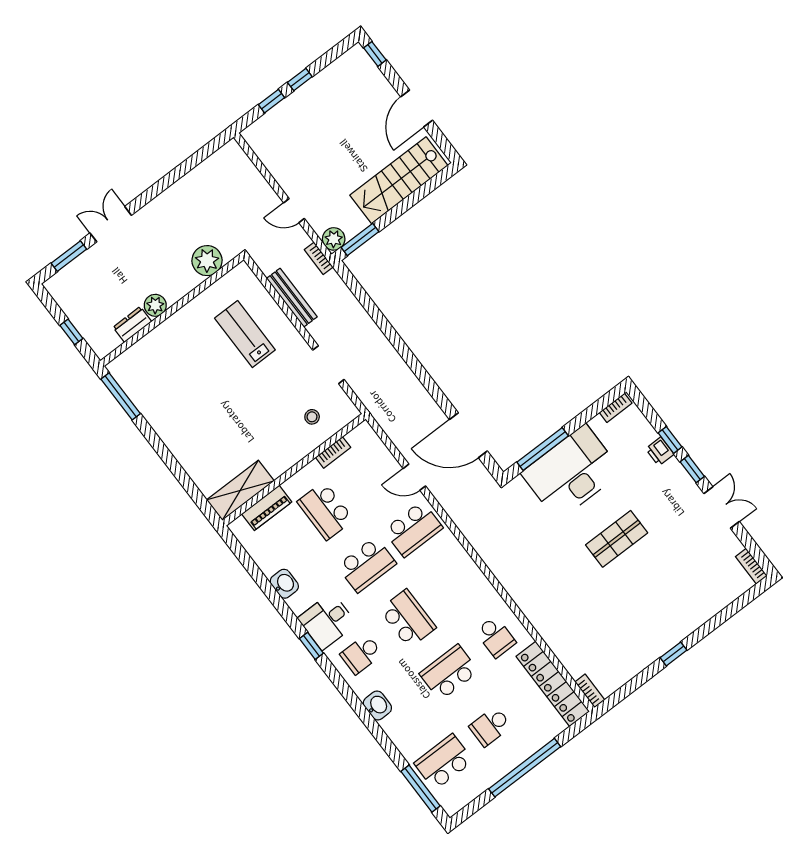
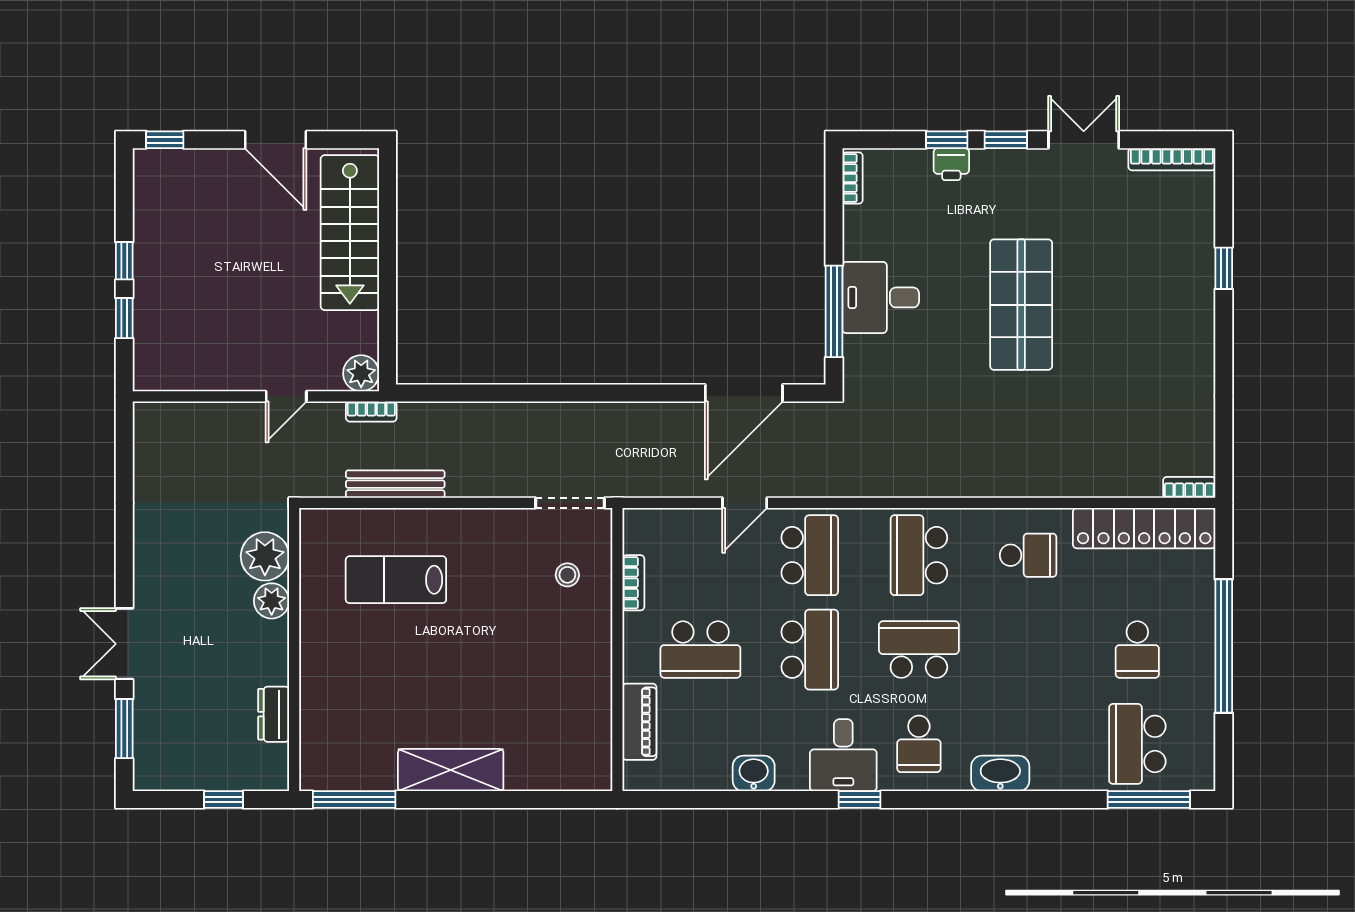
window: (360, 239) -> (387, 340), removed
plant: (155, 305) -> (272, 601), moved
doorway: (328, 365) -> (570, 503), moved
desk: (572, 472) -> (881, 297), width x0.53, depth x0.77
shelving: (240, 490) -> (451, 770), moved, turned 90
shop shelf: (617, 539) -> (1021, 305), width x1.43, depth x1.36
bookcase: (751, 566) -> (1172, 159), width x1.56
window: (674, 654) -> (1224, 268), moved
school desk: (449, 672) -> (919, 555), moved
washbasin: (377, 705) -> (1000, 773), width x1.38

